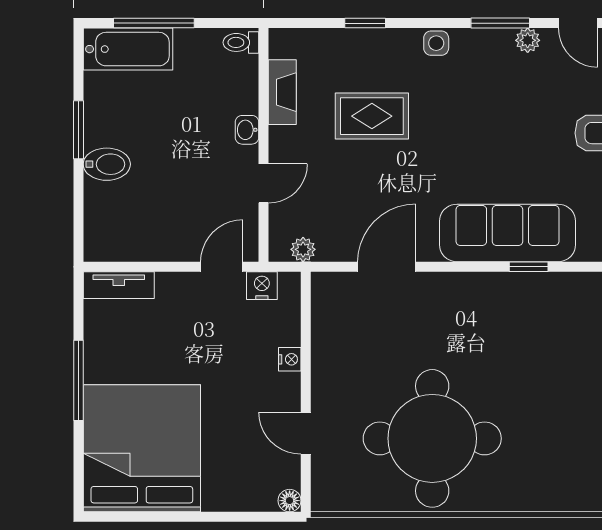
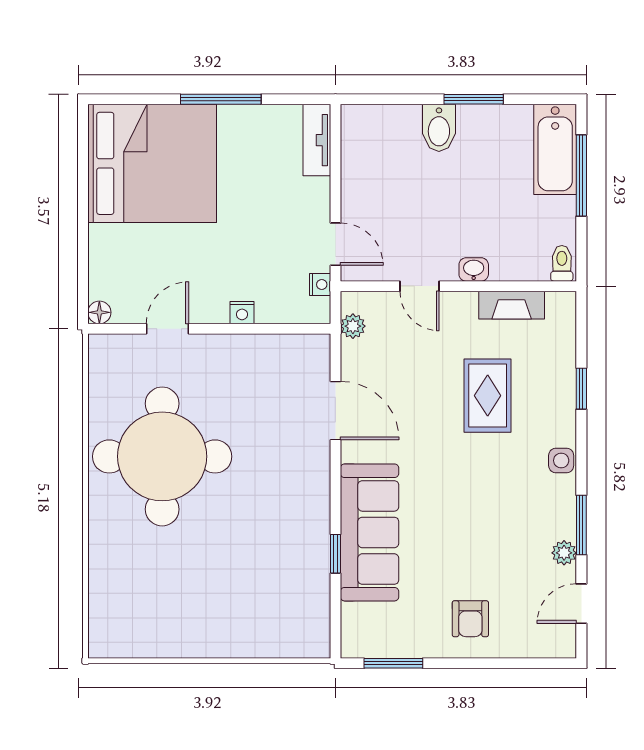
nightstand: (262, 286) -> (320, 285), width x0.72, depth x0.74

